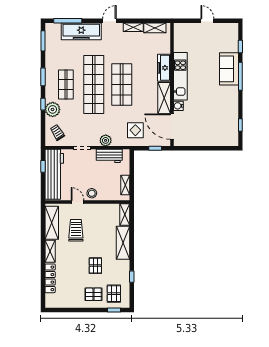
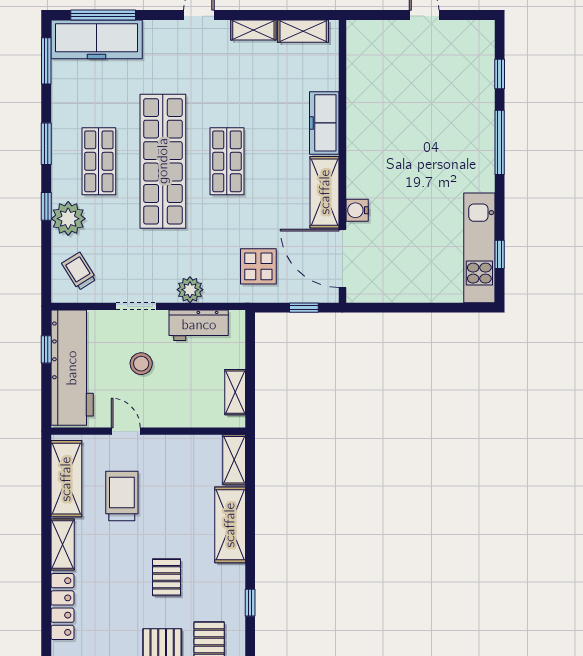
freezer: (81, 31) -> (97, 39), moved
sofa: (229, 69) -> (473, 125), removed
kitchen unit: (180, 76) -> (479, 248), moved, turned 180
shop shelf: (122, 84) -> (227, 161), width x0.70, depth x0.74
stool: (92, 193) -> (141, 364), moved

